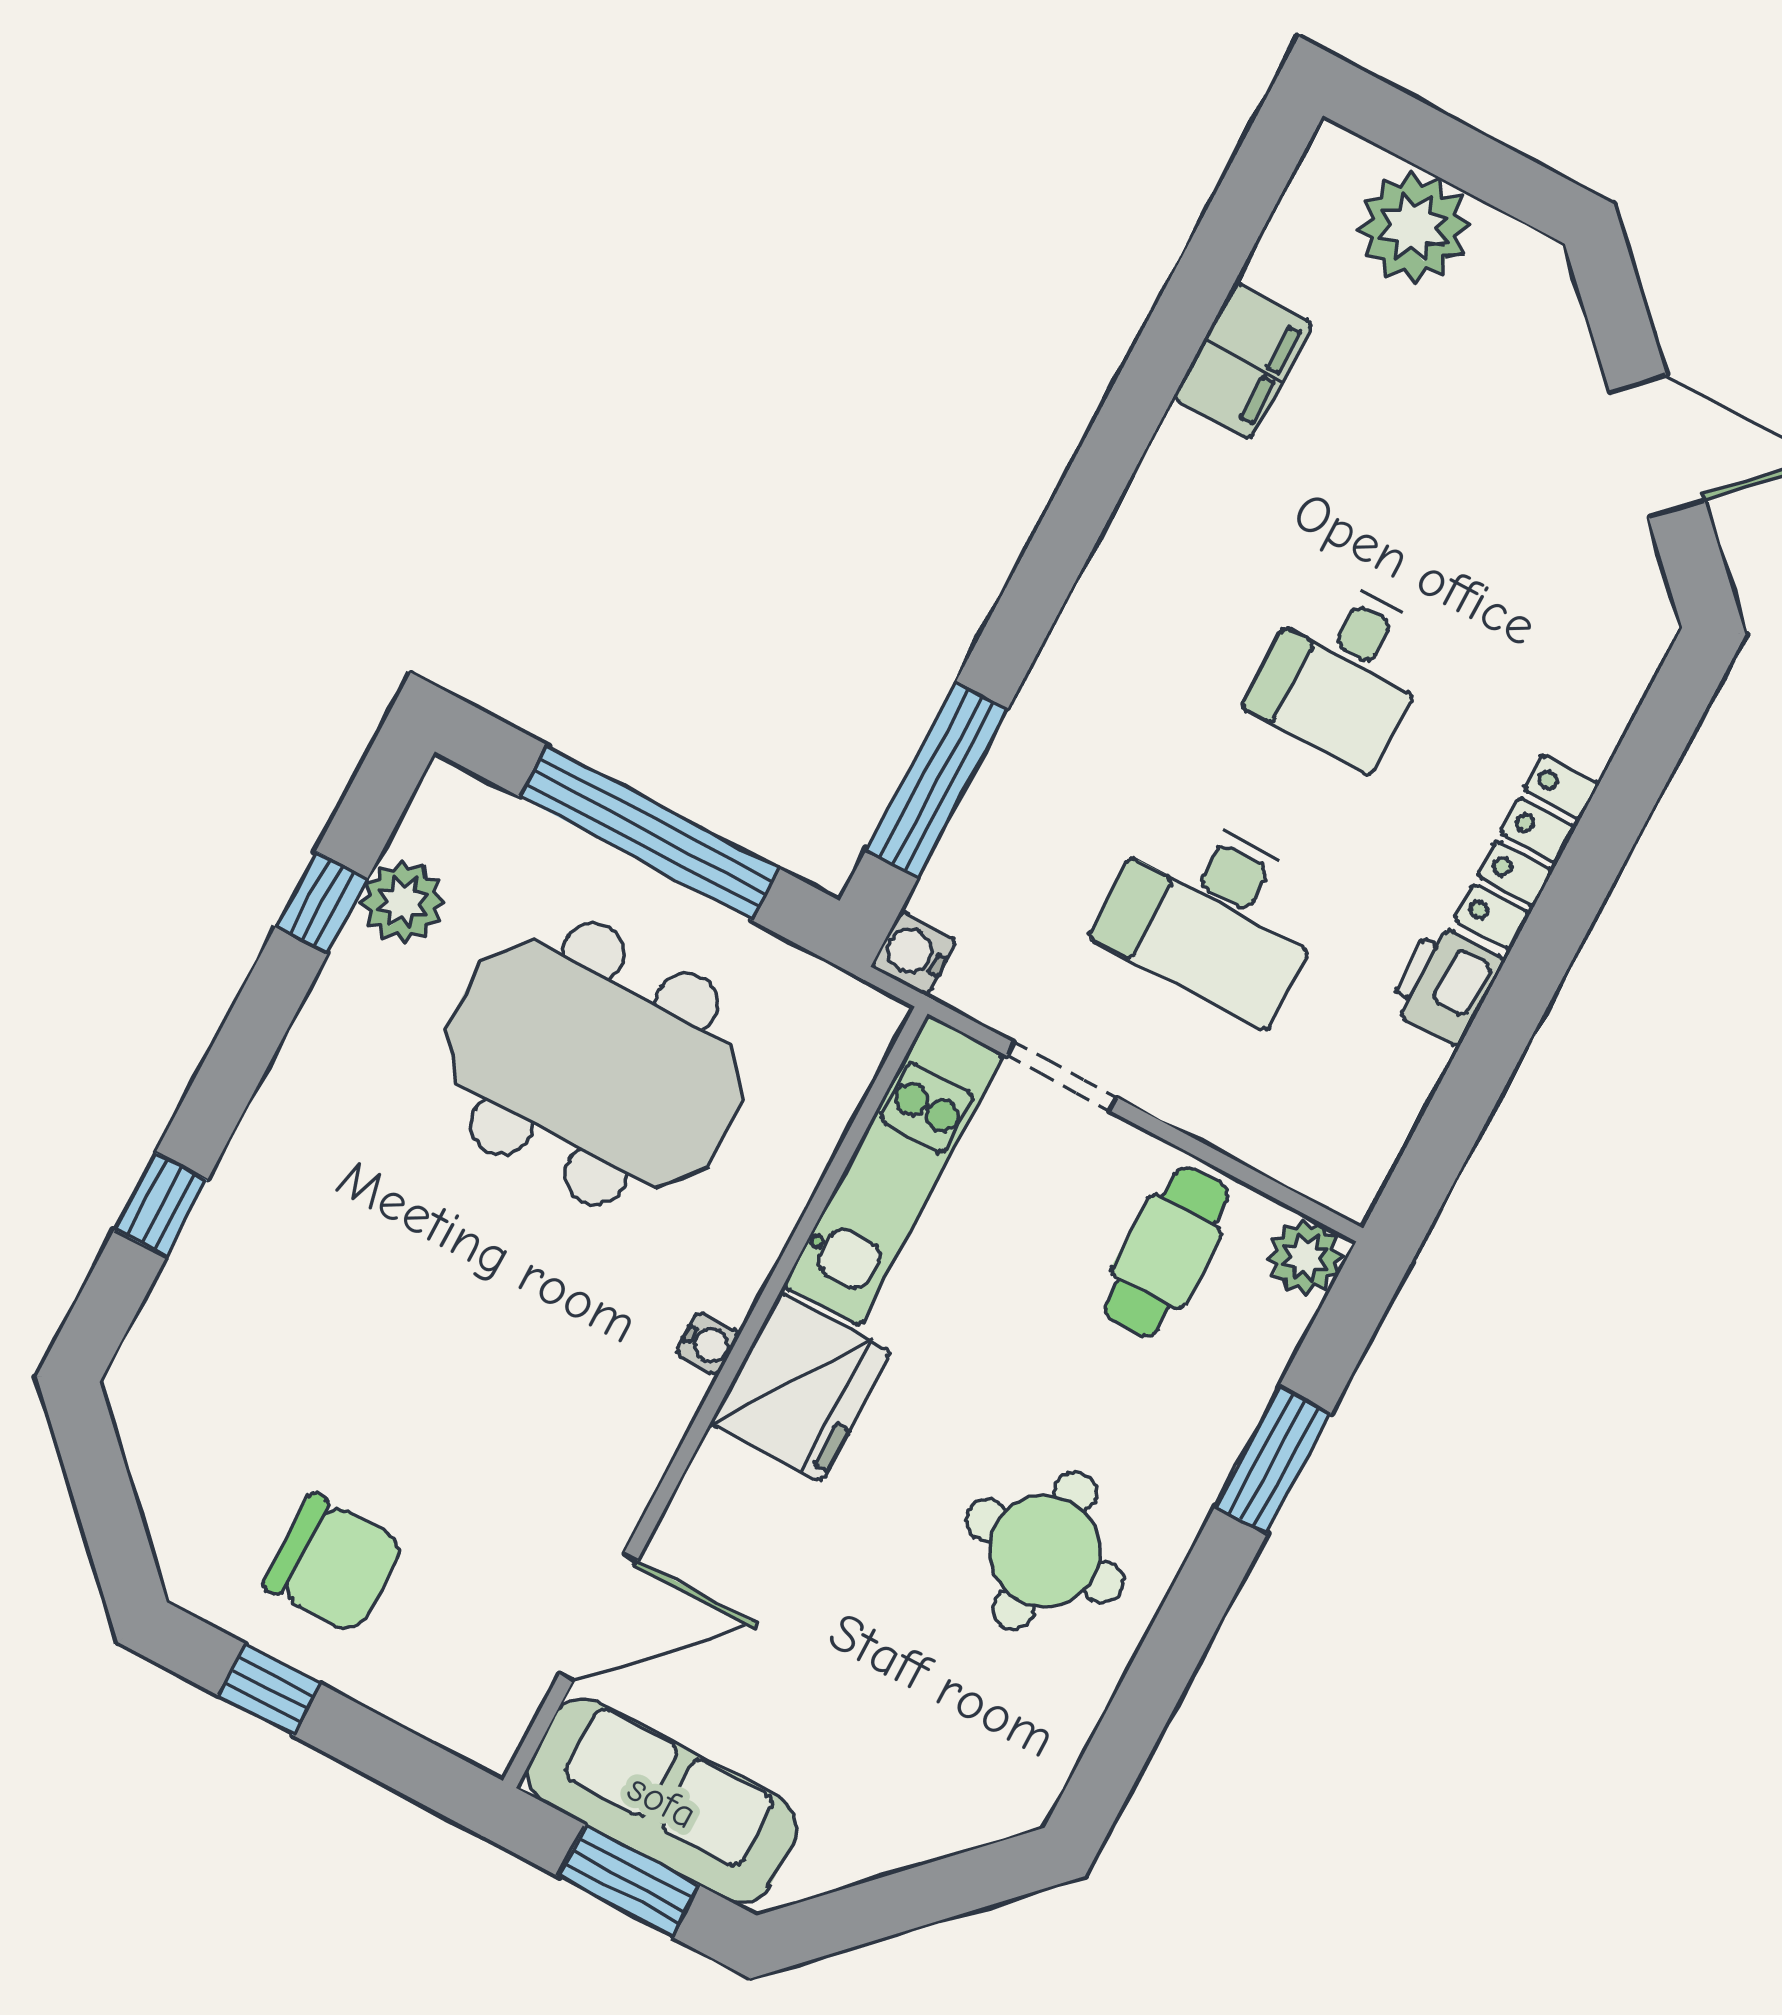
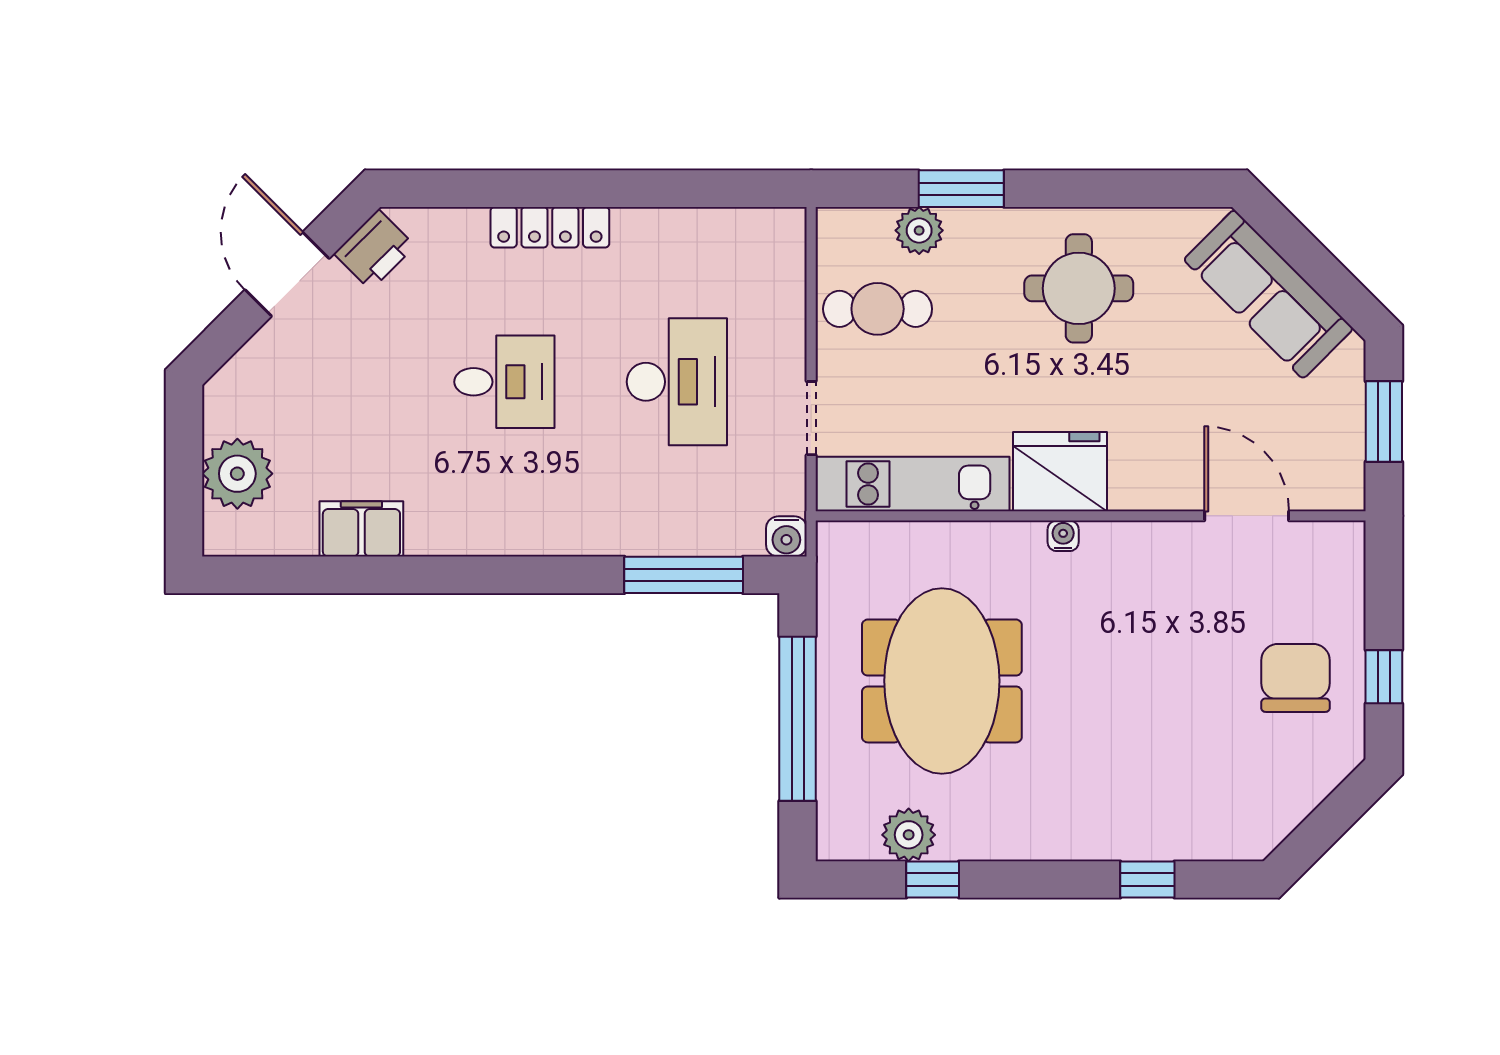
printer: (1446, 984) -> (374, 250), moved, turned -45
plant: (1305, 1257) -> (919, 230), moved
sofa: (662, 1801) -> (1268, 294), moved, turned -45

